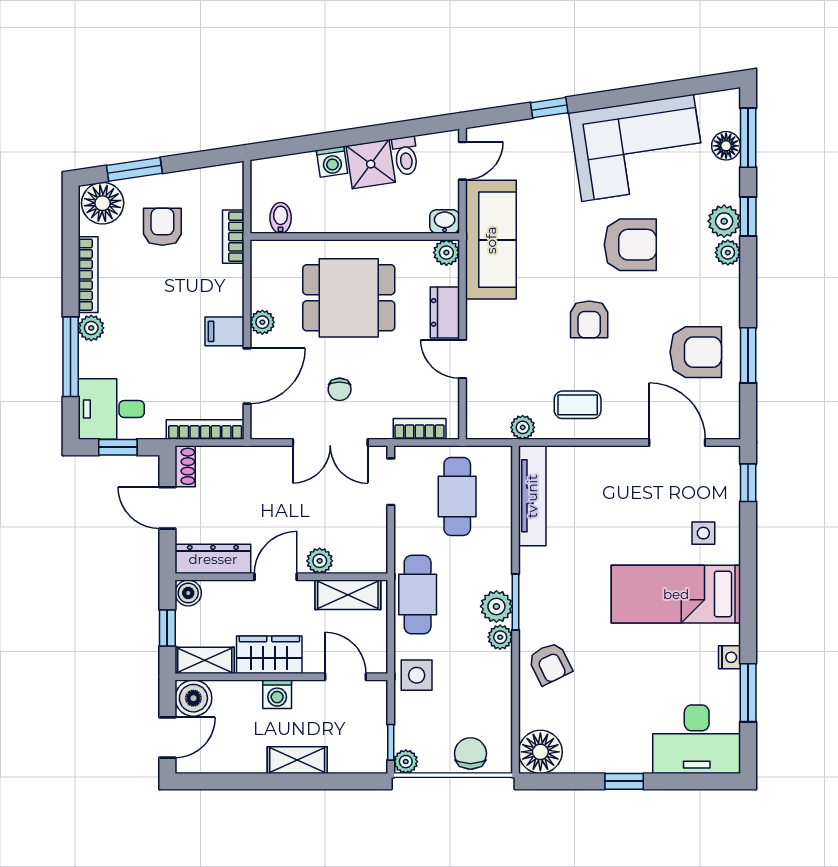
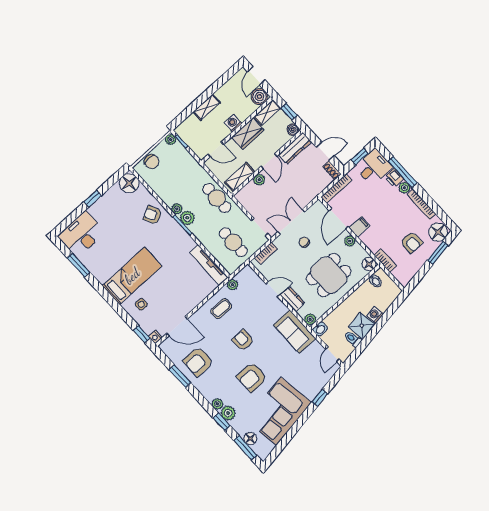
sofa: (491, 240) -> (295, 332), width x0.73
floor lamp: (265, 255) -> (369, 264), added
printer: (93, 360) -> (394, 178), added
nightstand: (729, 657) -> (155, 337), moved
side table: (417, 675) -> (193, 171), removed

